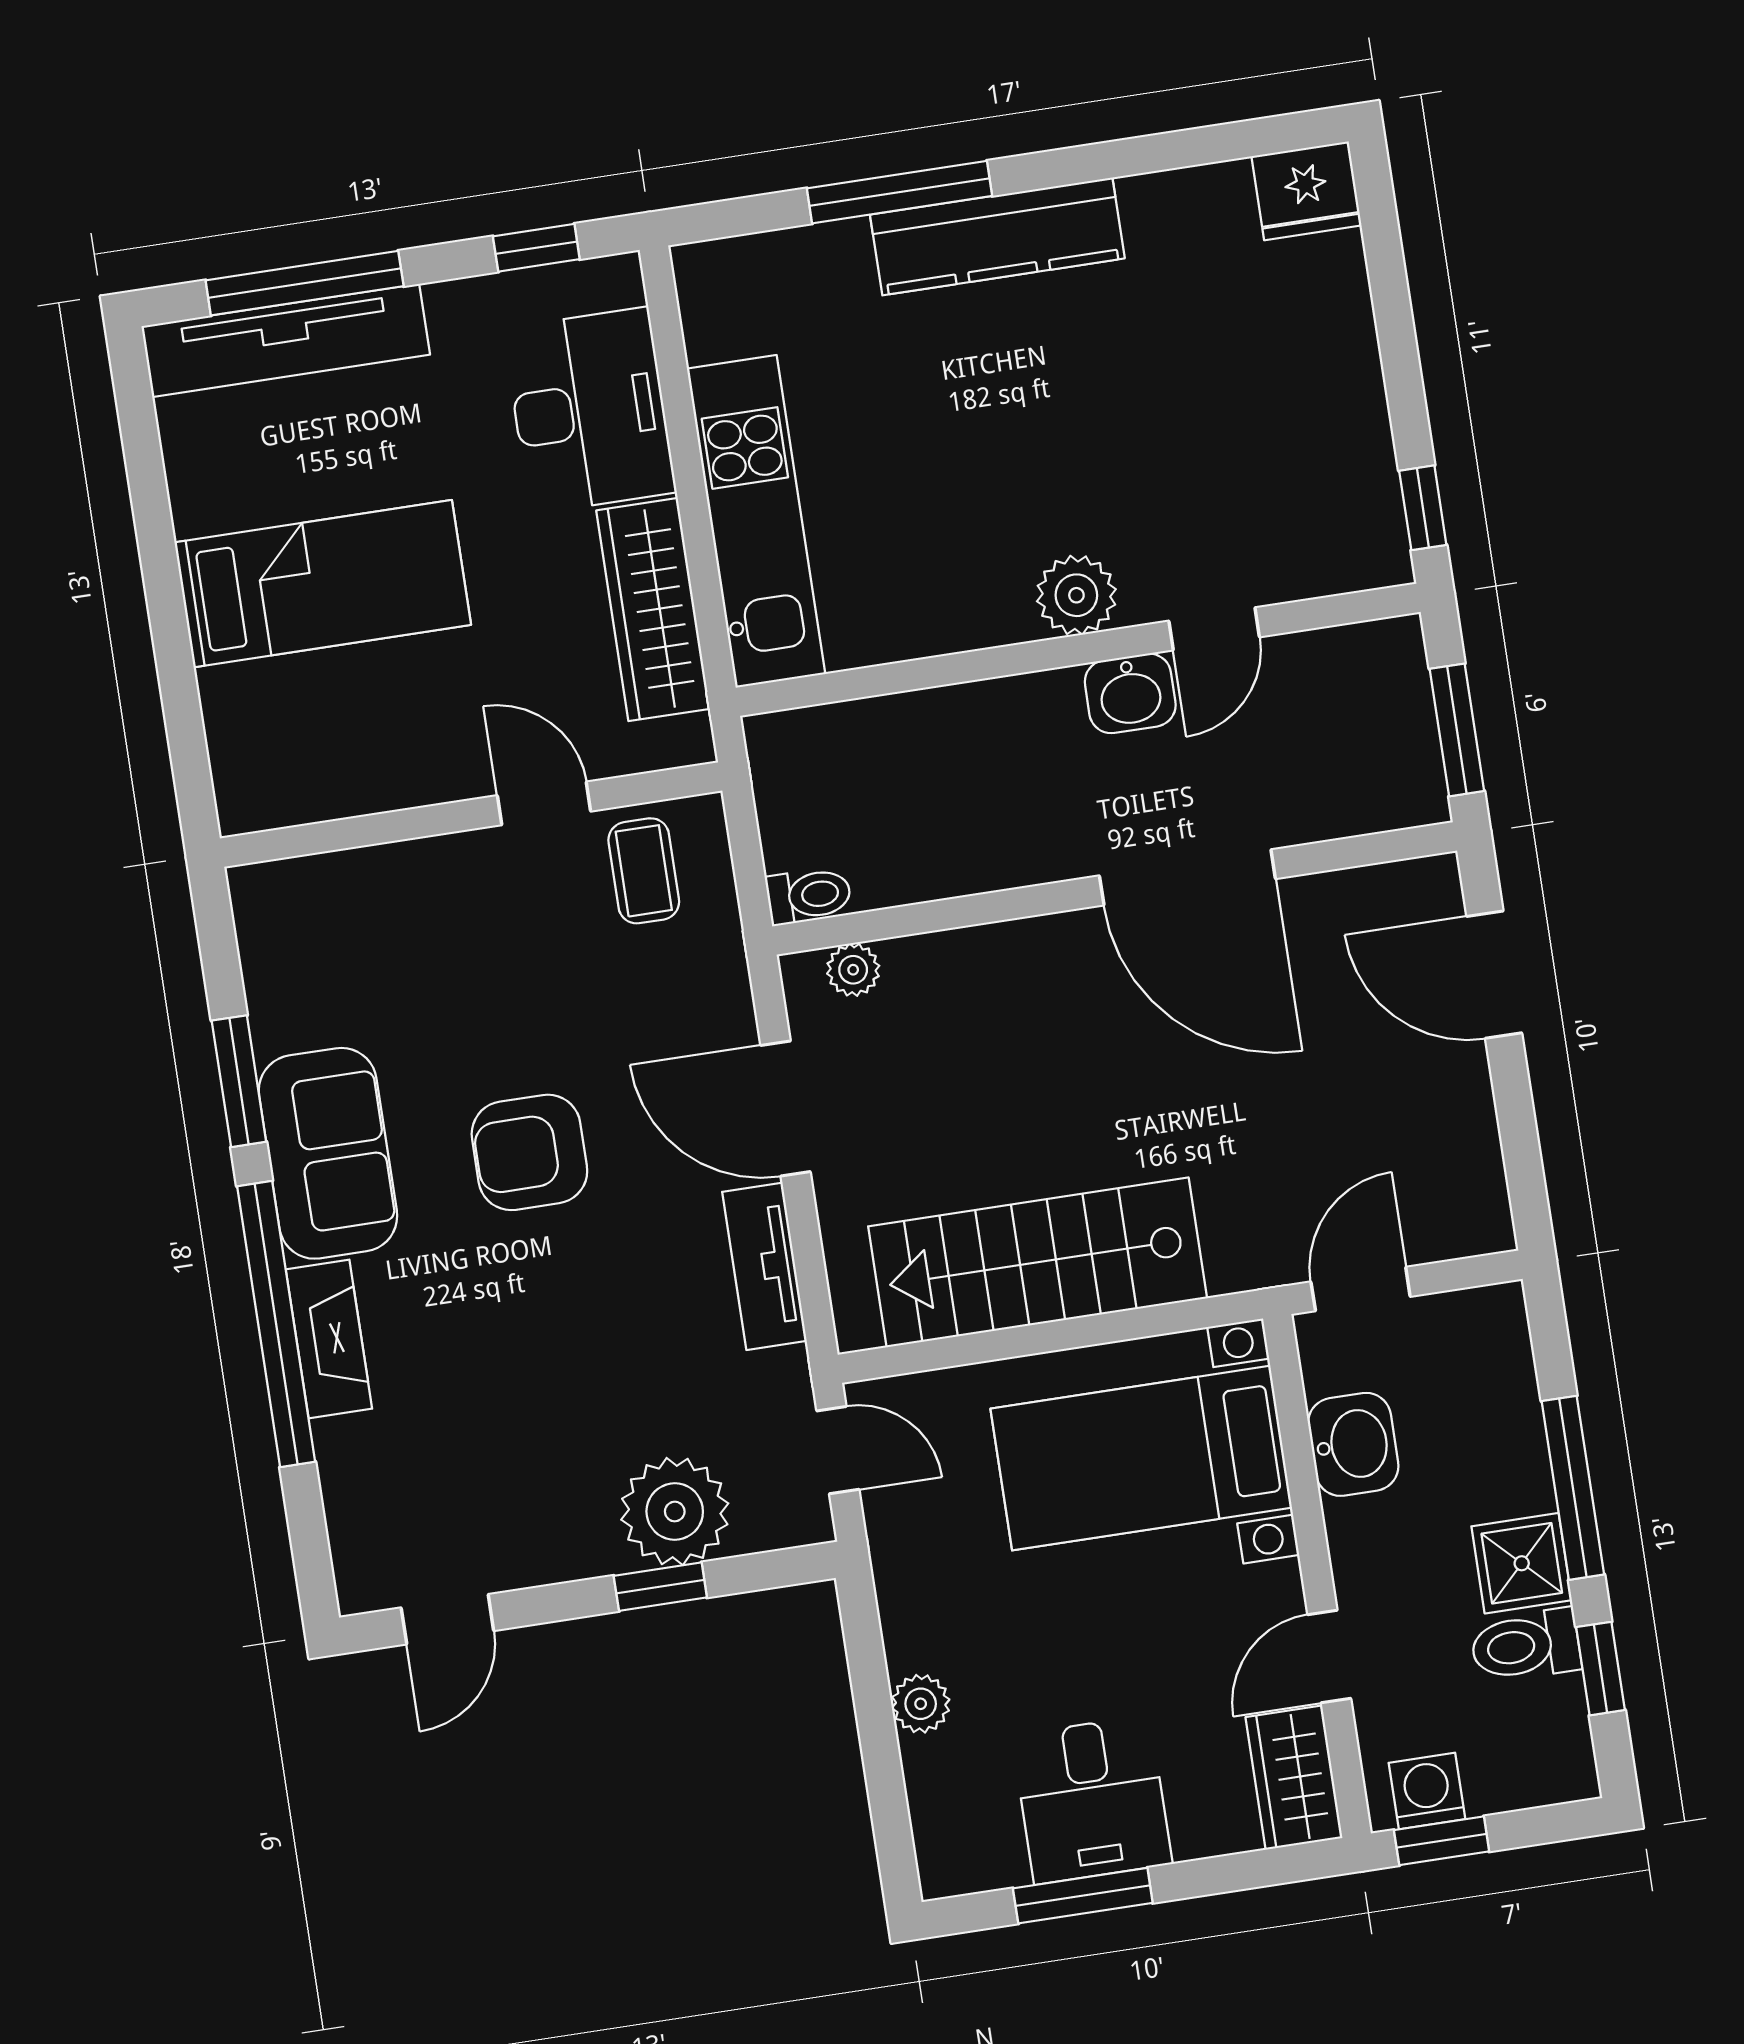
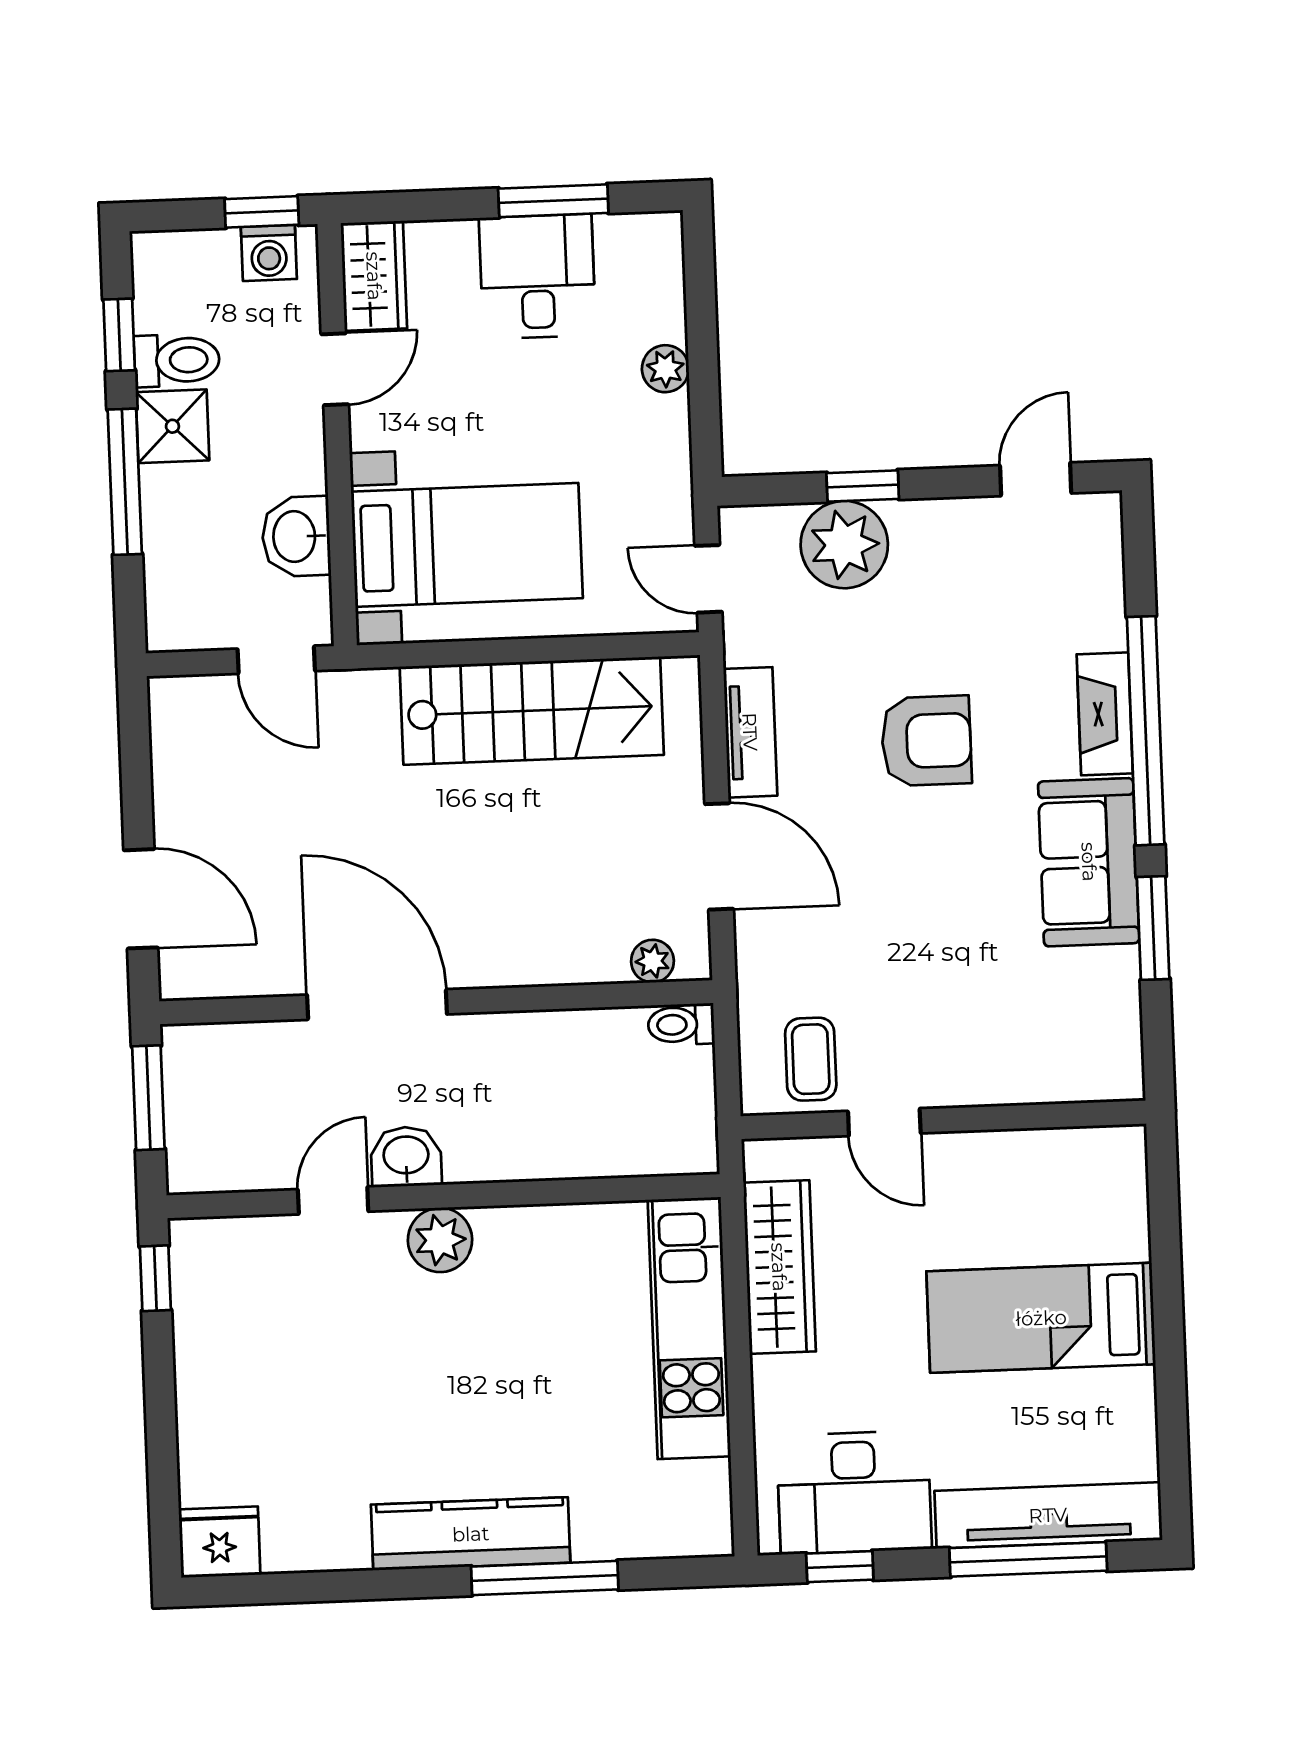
desk: (590, 410) -> (854, 1492), moved, turned -90
armchair: (529, 1152) -> (926, 741), moved
door: (1361, 1289) -> (276, 660), hinge flipped

